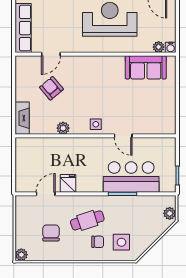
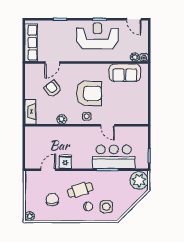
armchair: (99, 94) -> (89, 93), added
plant: (170, 213) -> (139, 180), width x1.88, depth x1.88

